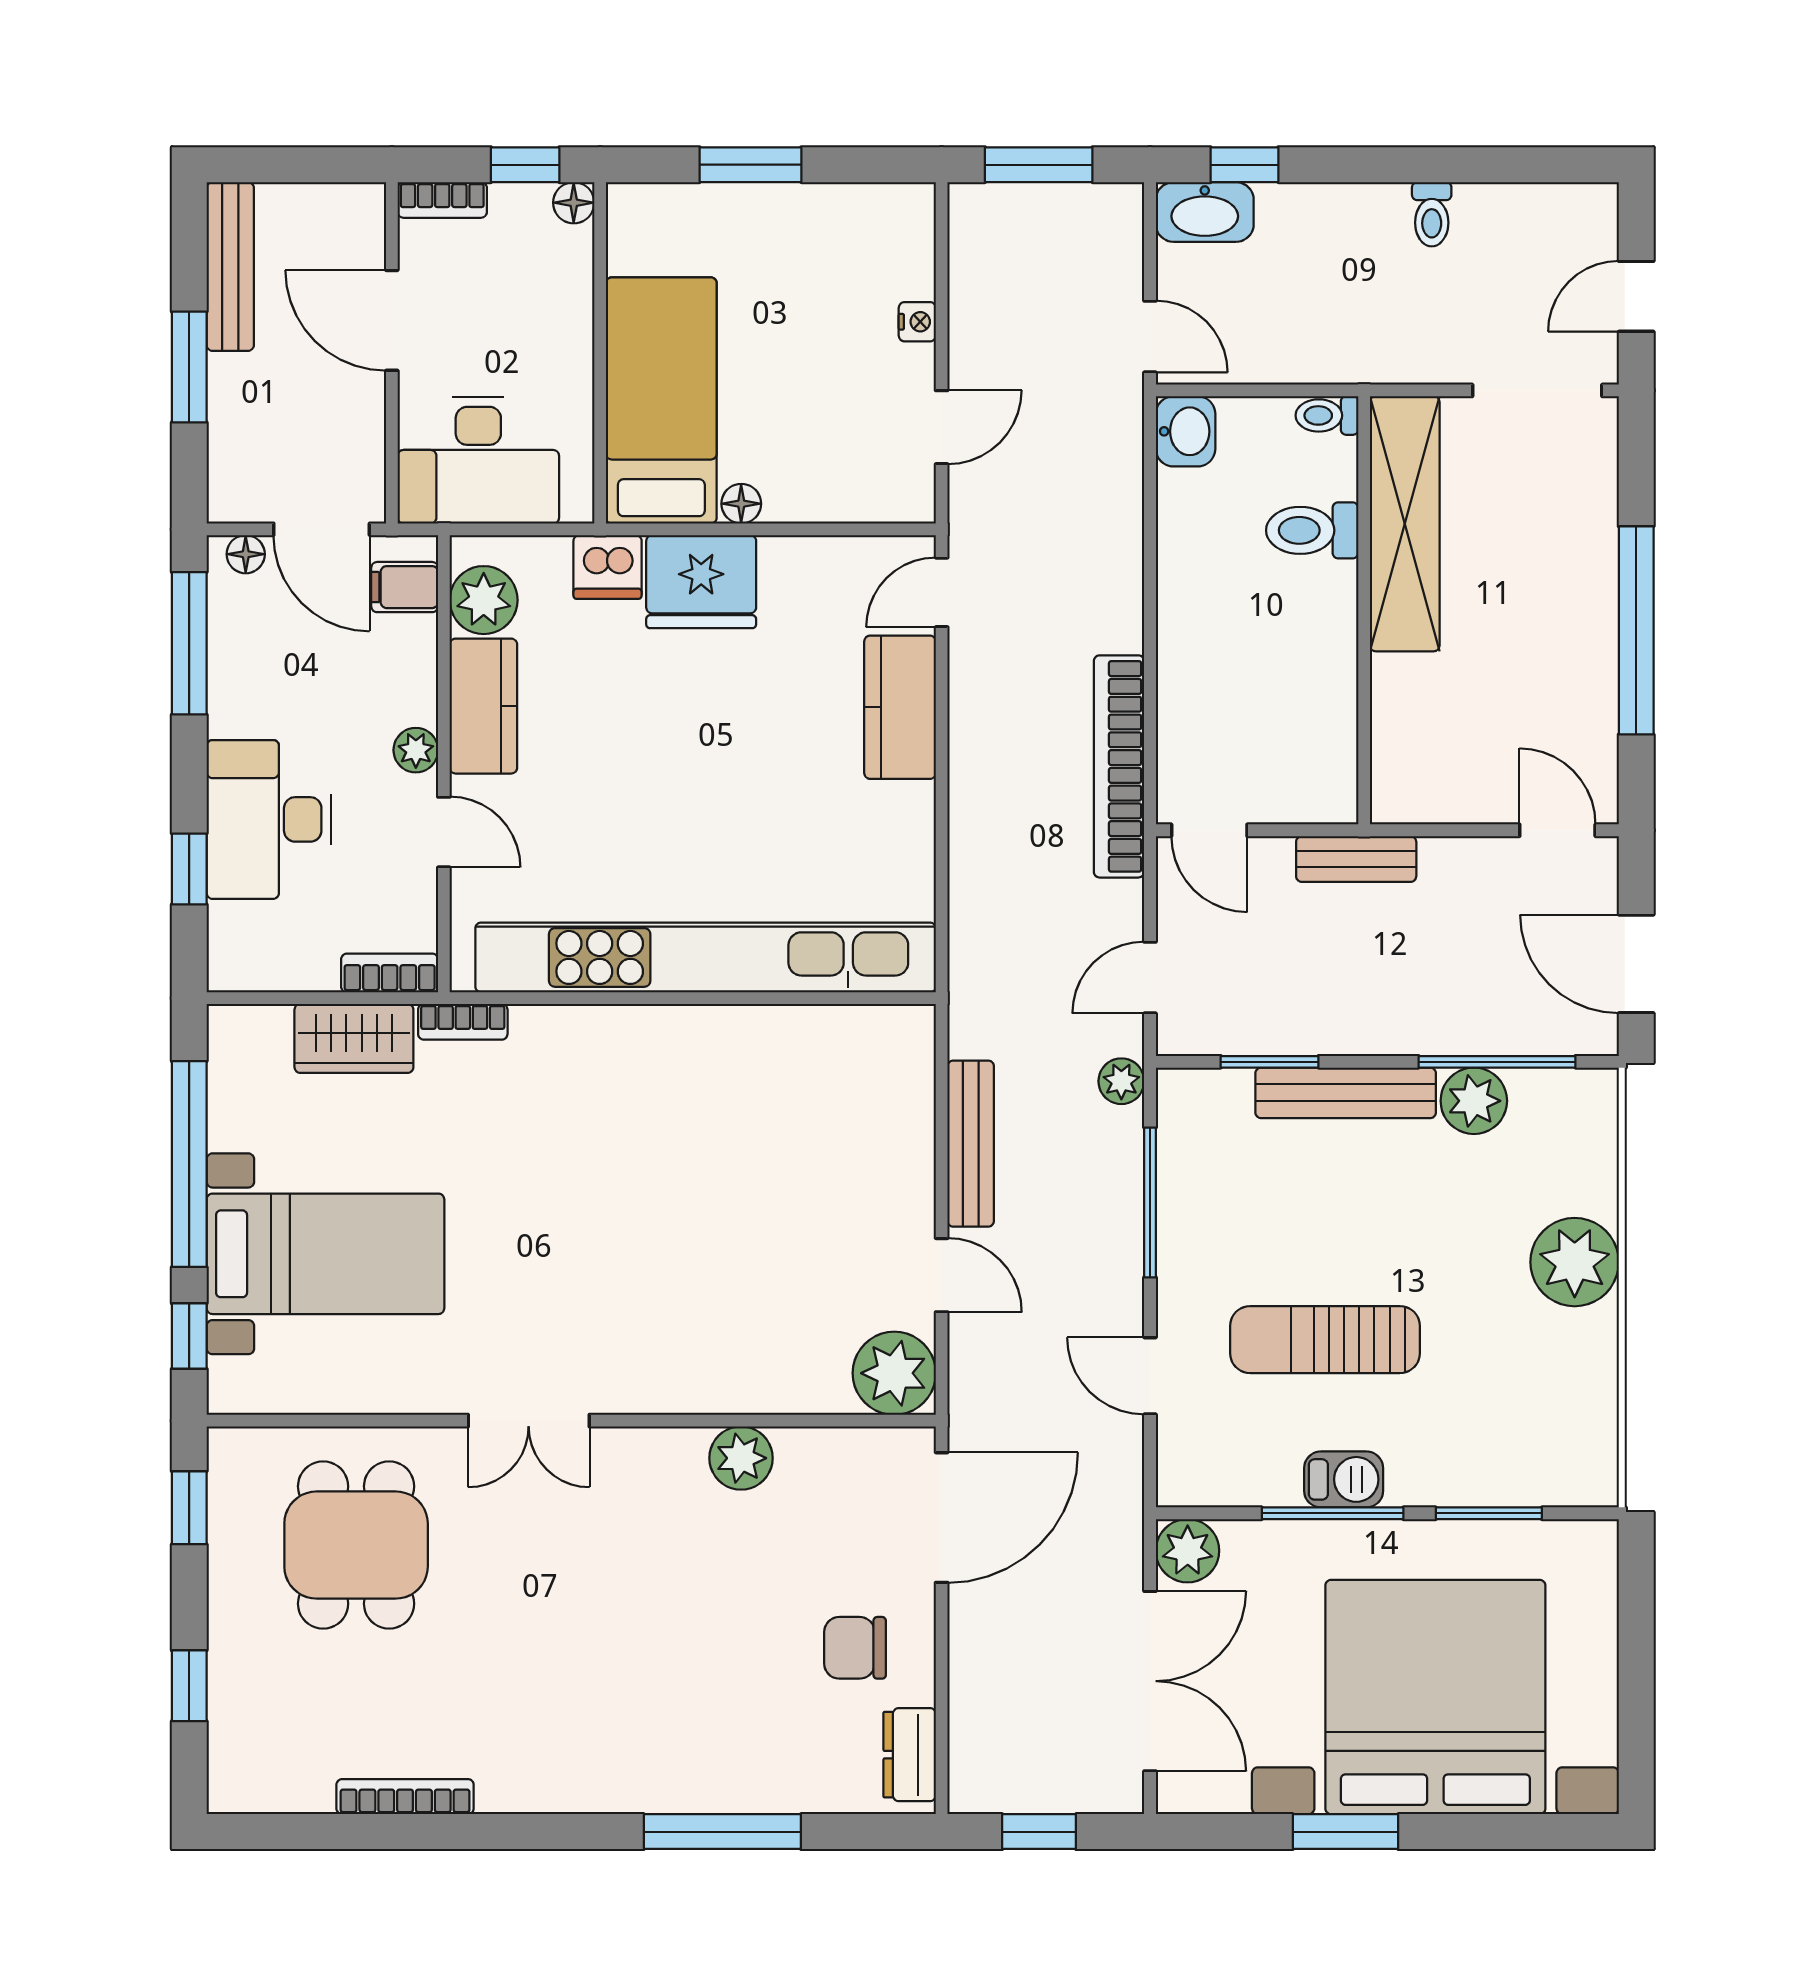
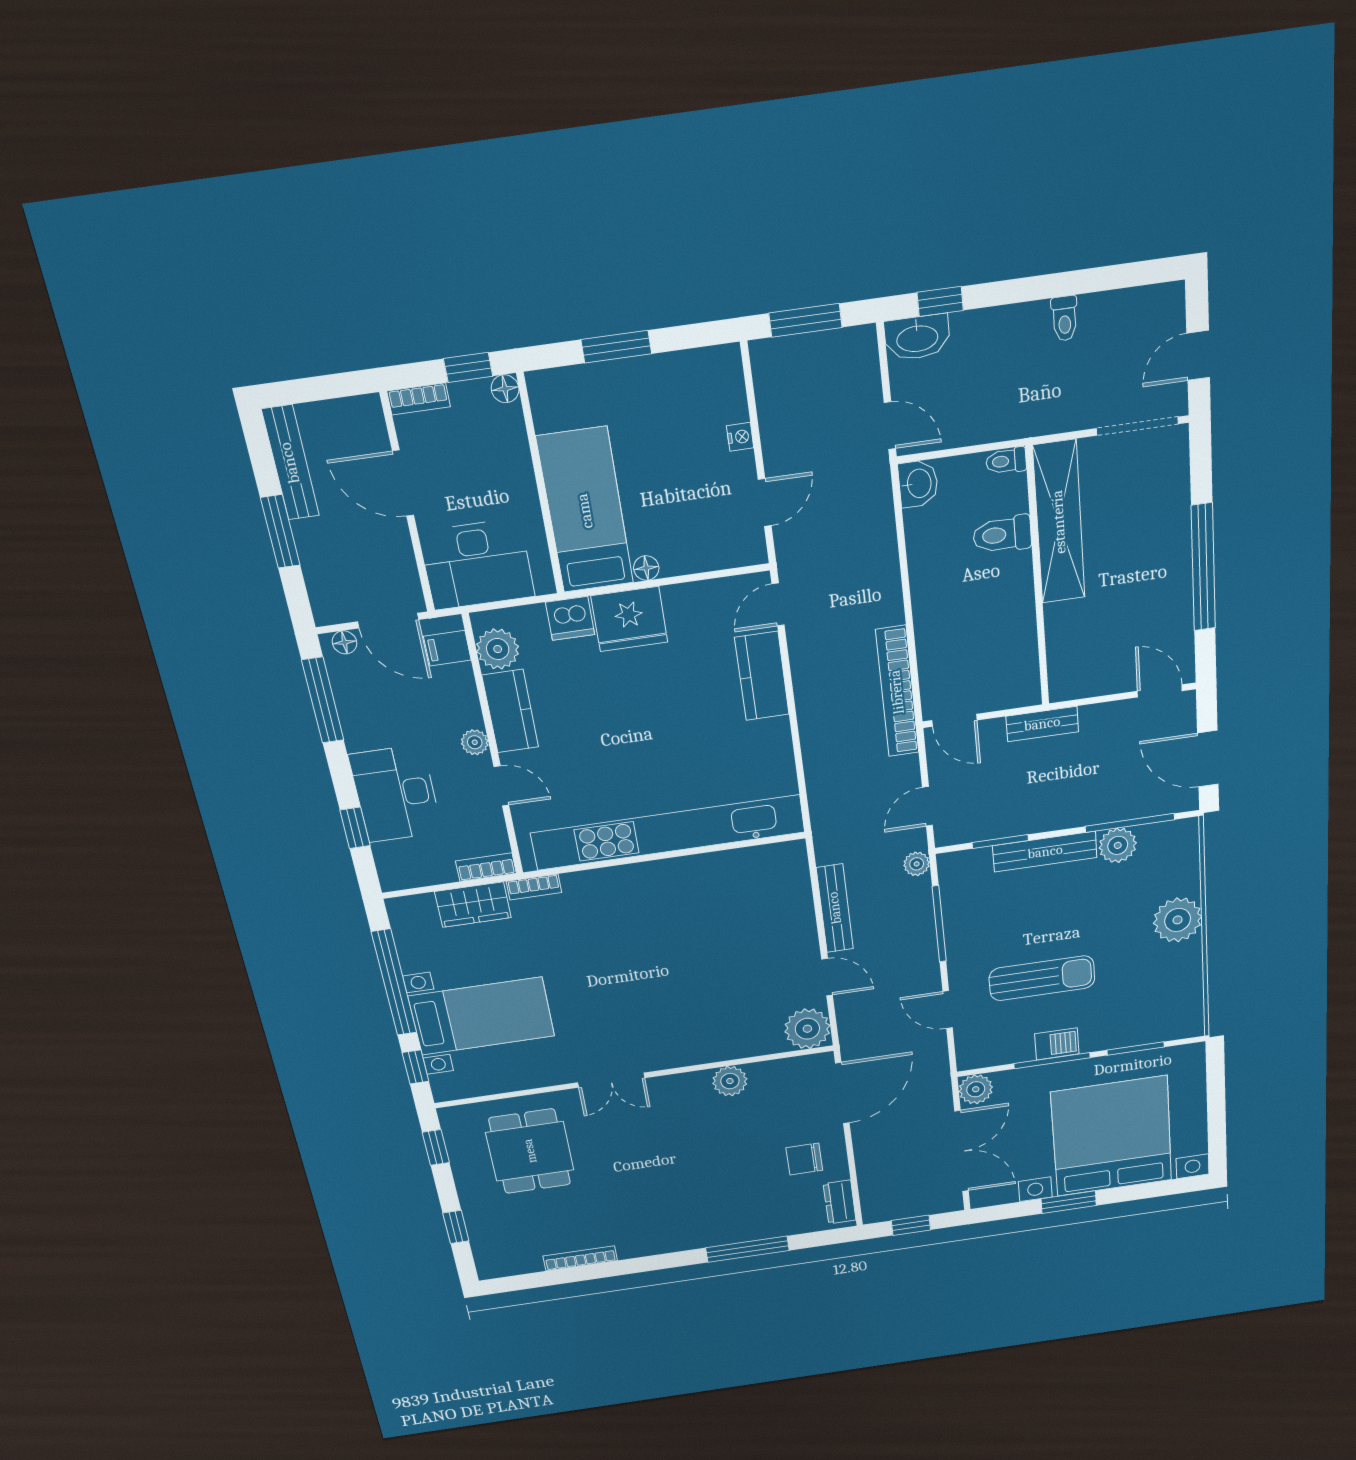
sun lounger: (1325, 1340) -> (1042, 978), turned 180

